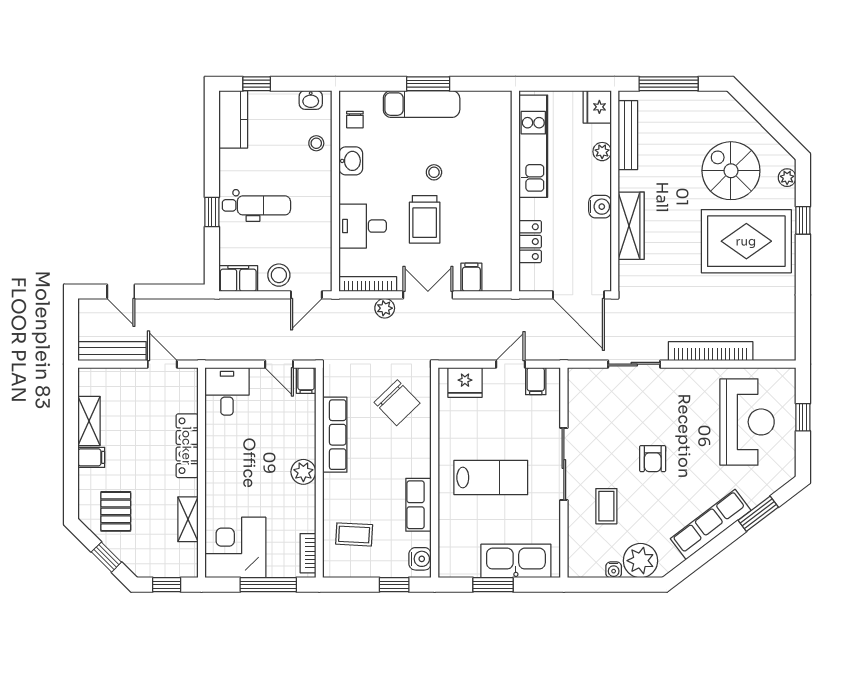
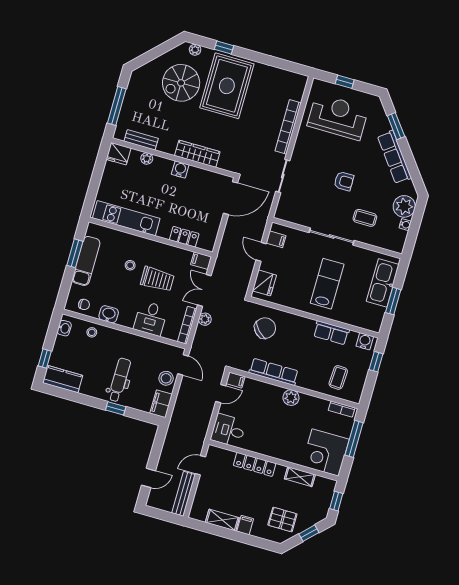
bench: (628, 135) -> (141, 140), width x0.73
kitchen unit: (533, 146) -> (126, 218), moved
wall: (515, 191) -> (151, 237), moved
locker: (530, 242) -> (184, 237), moved

